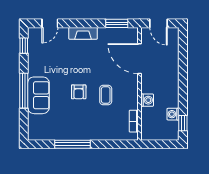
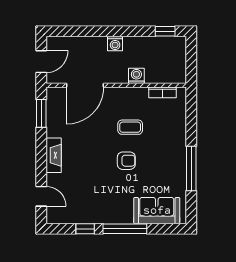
window: (24, 46) -> (85, 229), moved
sofa: (38, 95) -> (157, 211), moved
washing machine: (173, 114) -> (115, 44), moved

